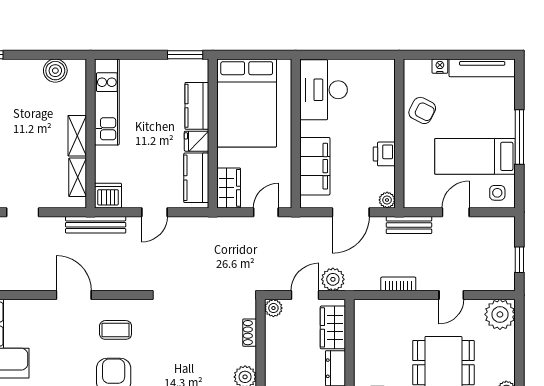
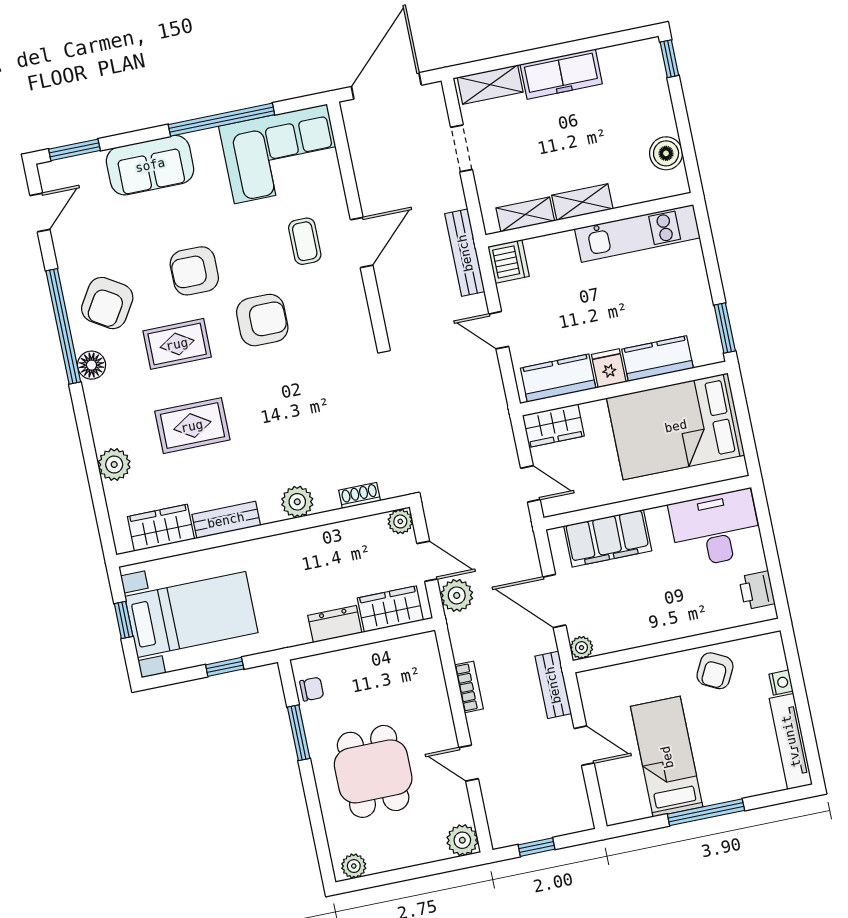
printer: (384, 154) -> (757, 590), moved, turned -90
side table: (497, 193) -> (623, 798), removed
plant: (500, 314) -> (462, 840), width x0.73, depth x0.73
coffee table: (116, 330) -> (305, 241), moved

